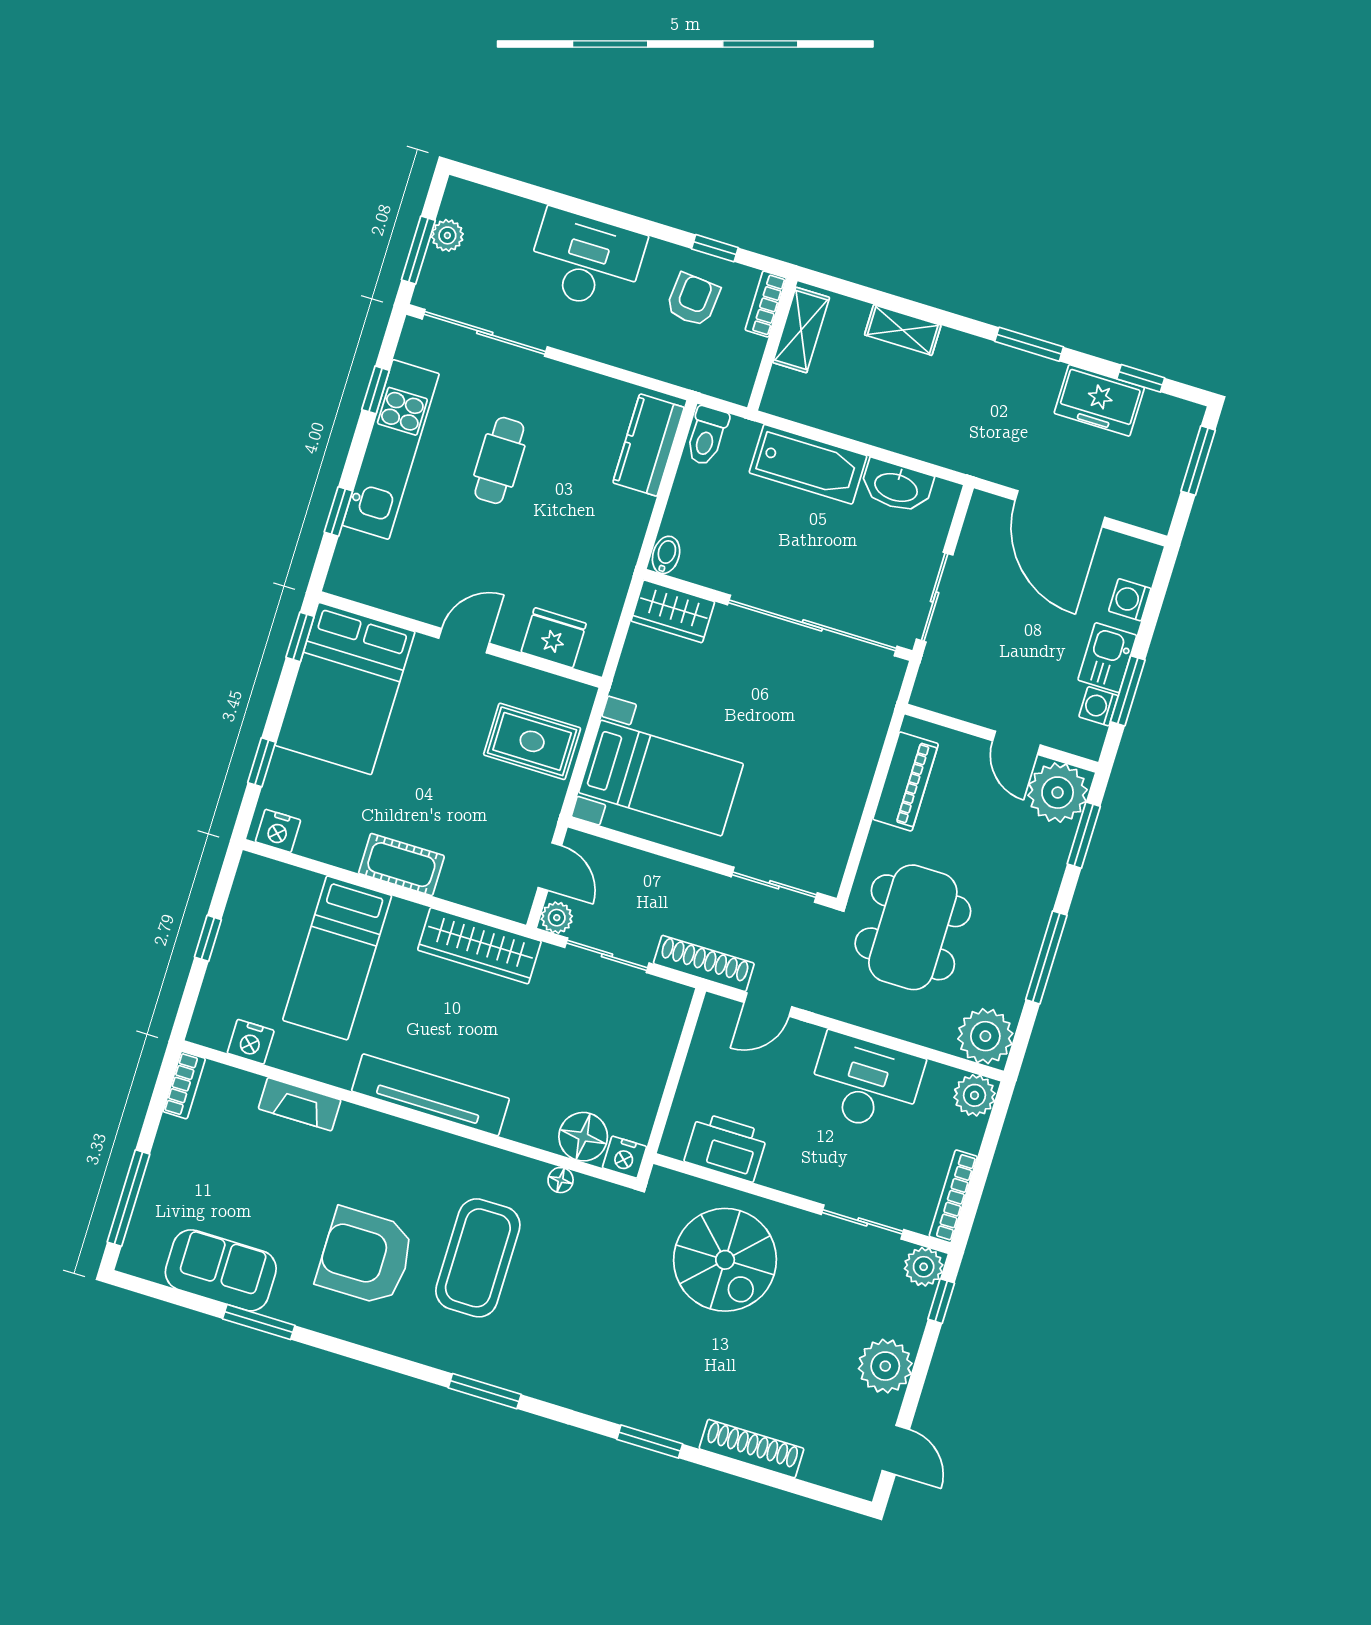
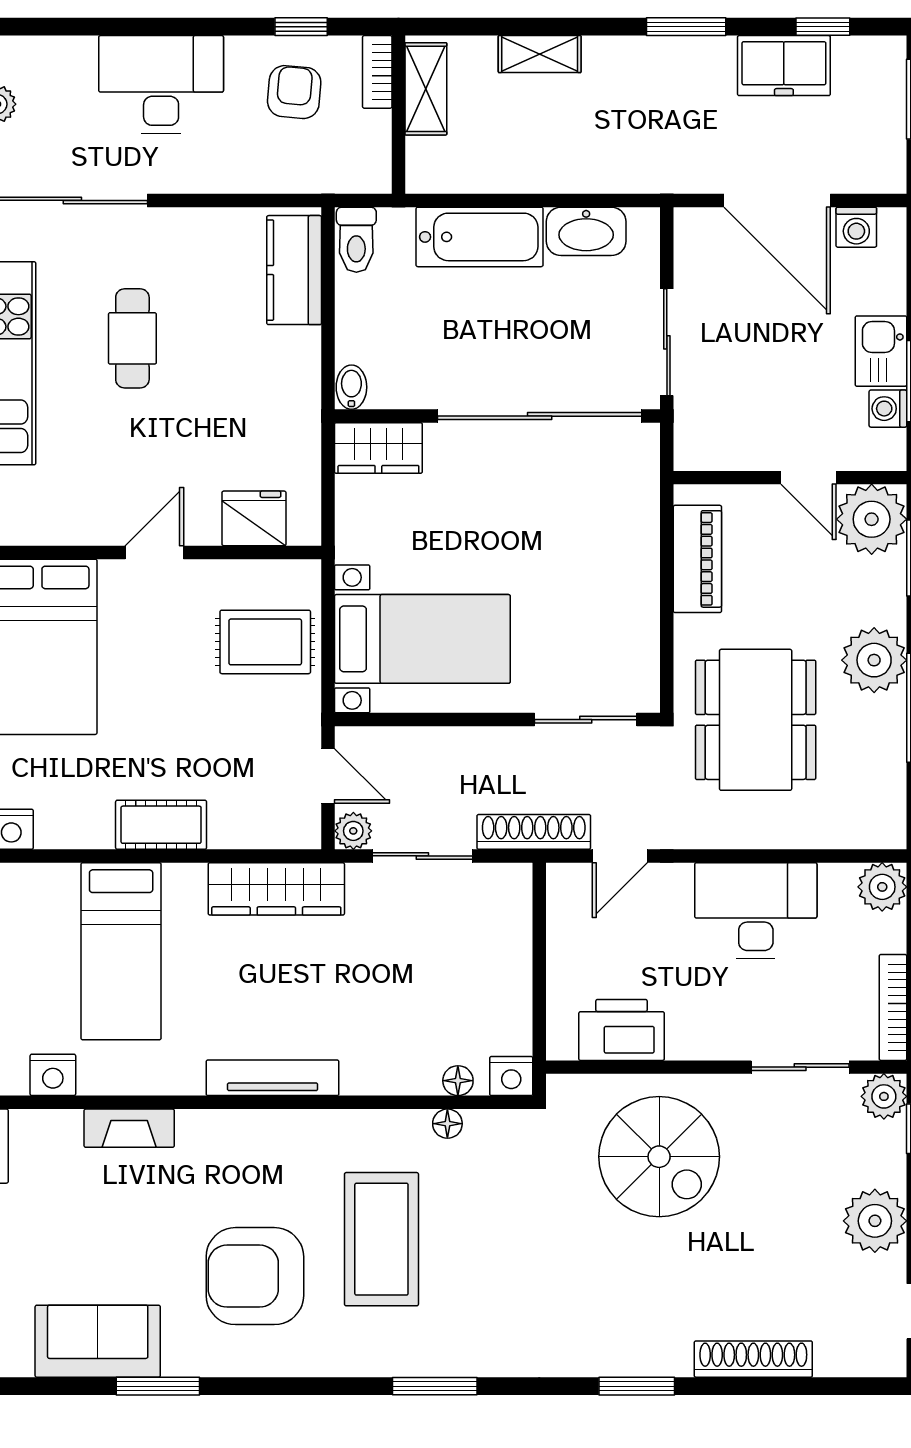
washing machine: (1130, 600) -> (856, 227), moved, turned -90
plant: (985, 1036) -> (874, 660), moved
tv unit: (430, 1095) -> (273, 1078), width x0.73, depth x0.78
floor lamp: (583, 1137) -> (458, 1081), width x0.53, depth x0.53

